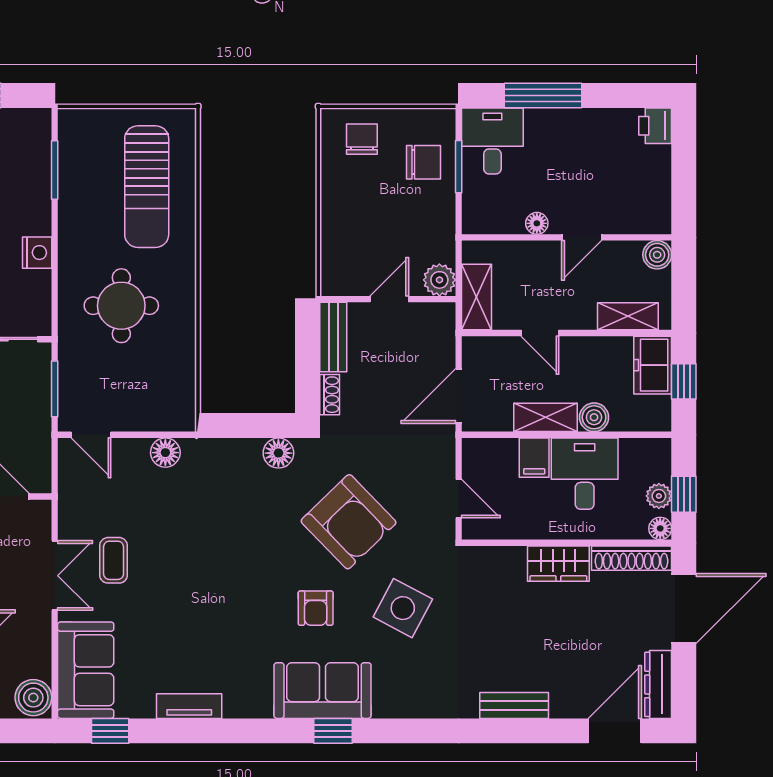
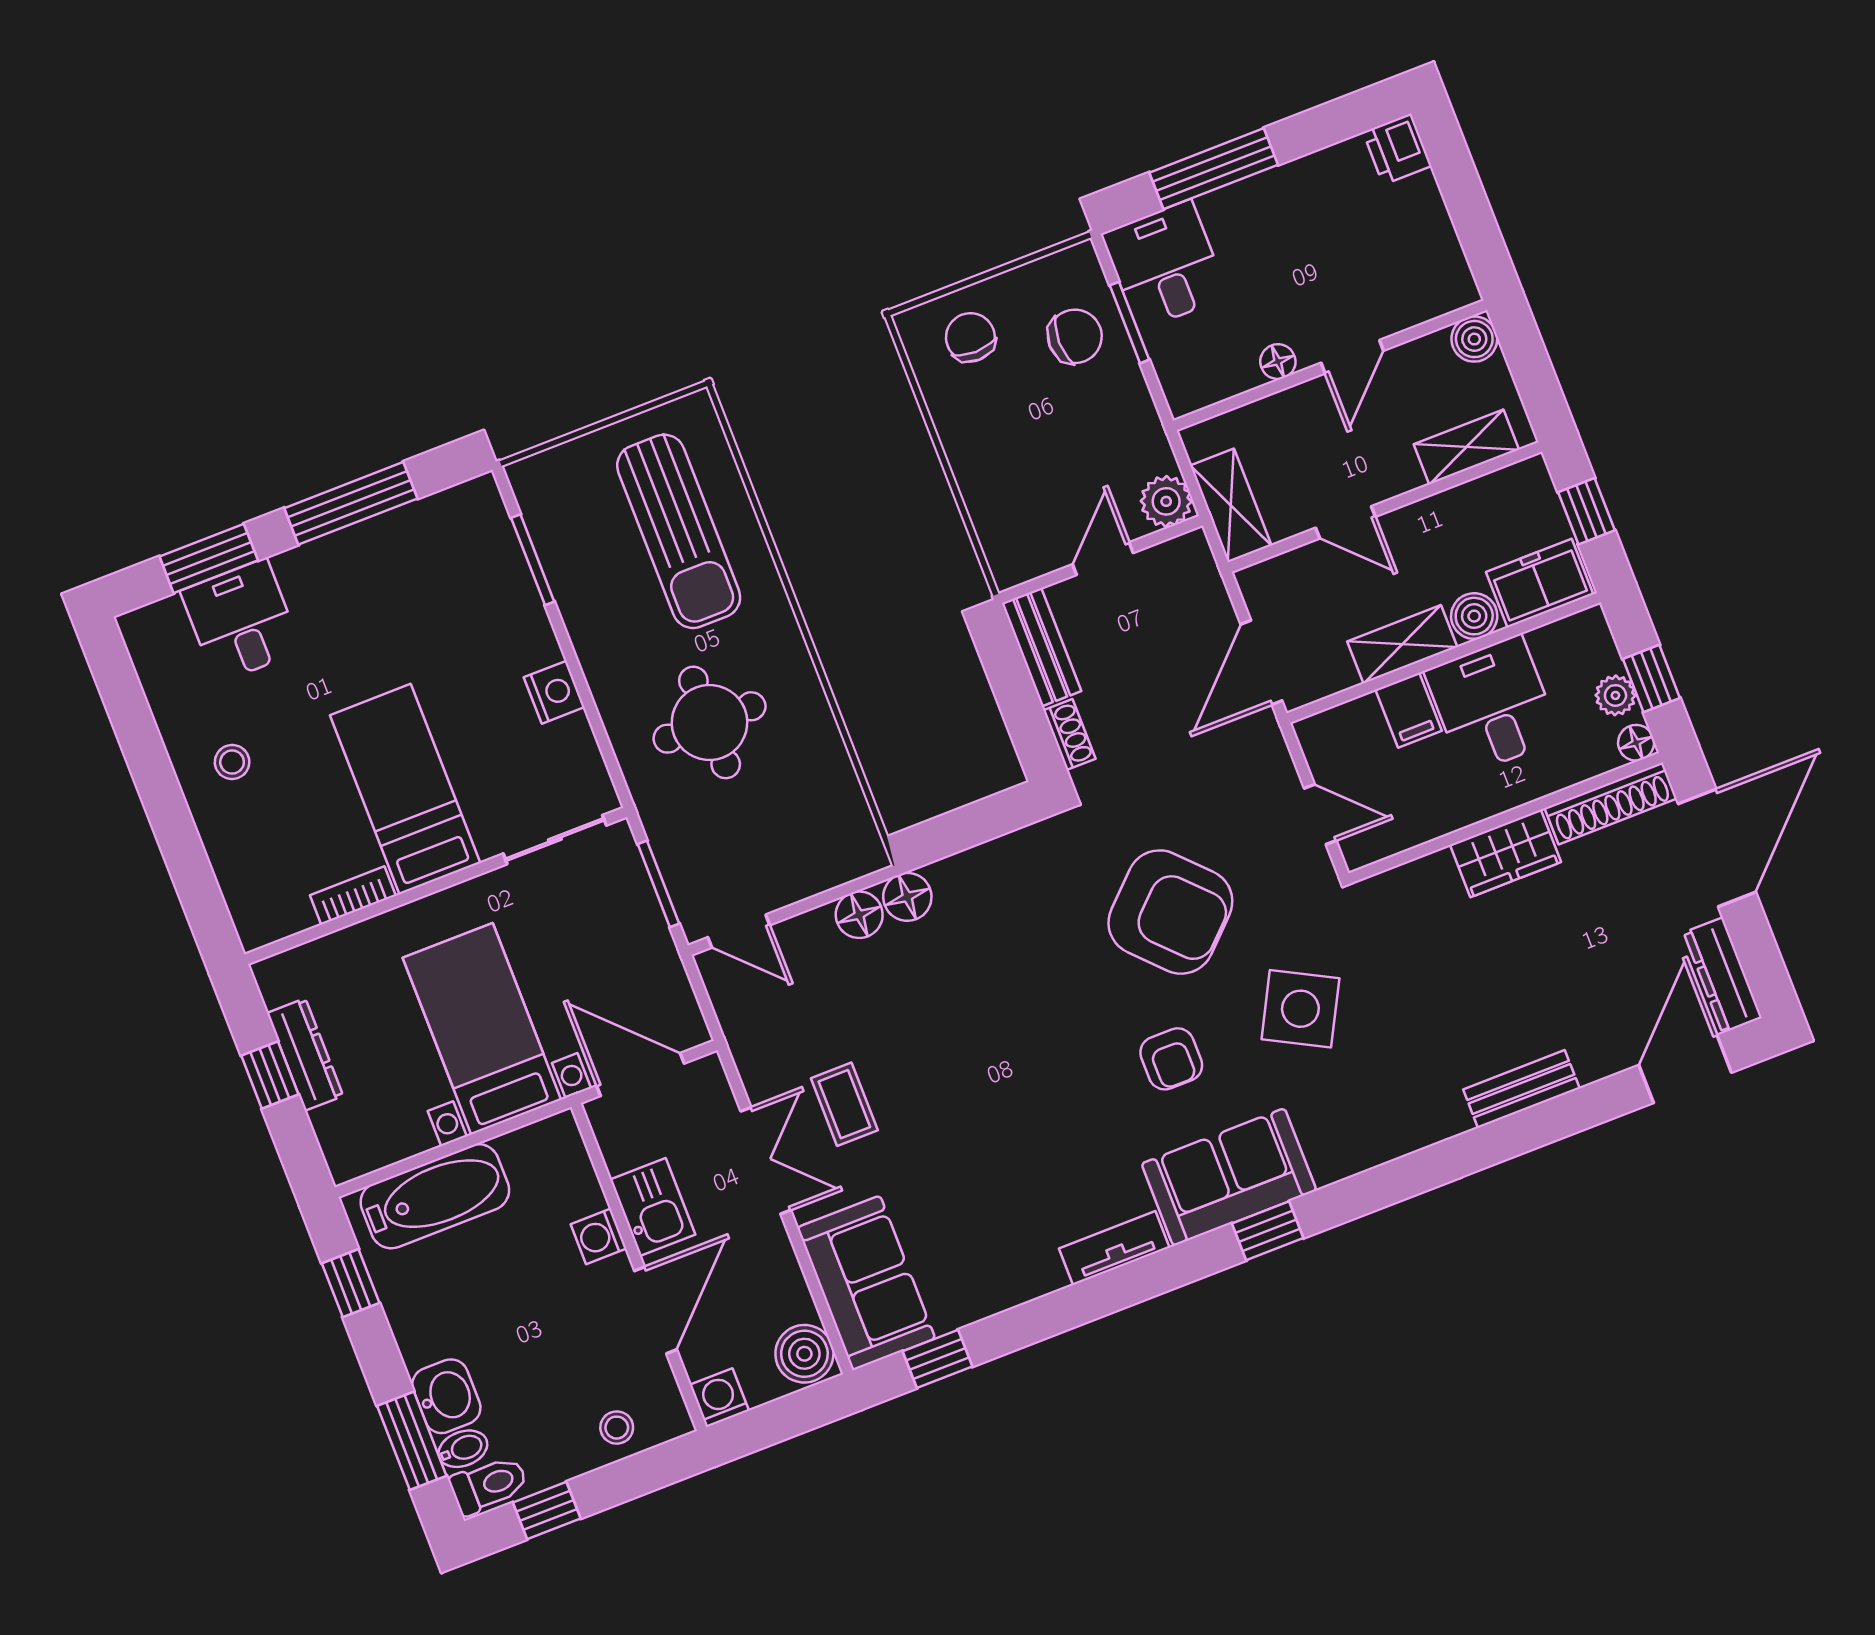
freezer: (653, 365) -> (1540, 583), moved, turned 90
floor lamp: (278, 453) -> (907, 897), moved
tv unit: (189, 706) -> (1114, 1248), moved

